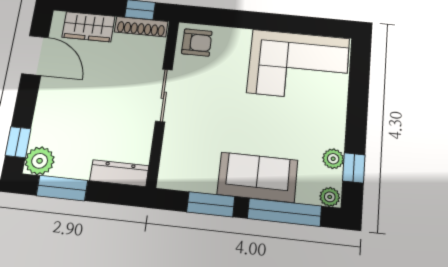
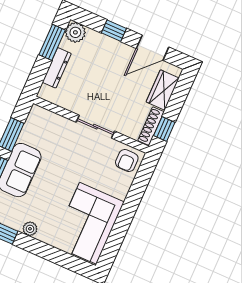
window: (18, 142) -> (114, 31), moved
plant: (333, 159) -> (30, 229), moved
dresser: (119, 173) -> (57, 68), moved

